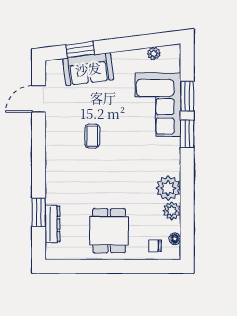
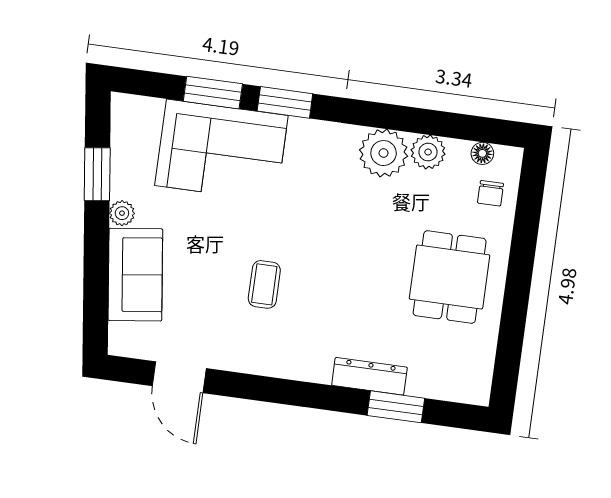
window: (80, 50) -> (97, 174), moved
plant: (154, 54) -> (122, 213), moved
coffee table: (92, 136) -> (264, 284), turned 90
dresser: (52, 224) -> (369, 376), moved
dining table: (109, 231) -> (450, 277), turned 90

